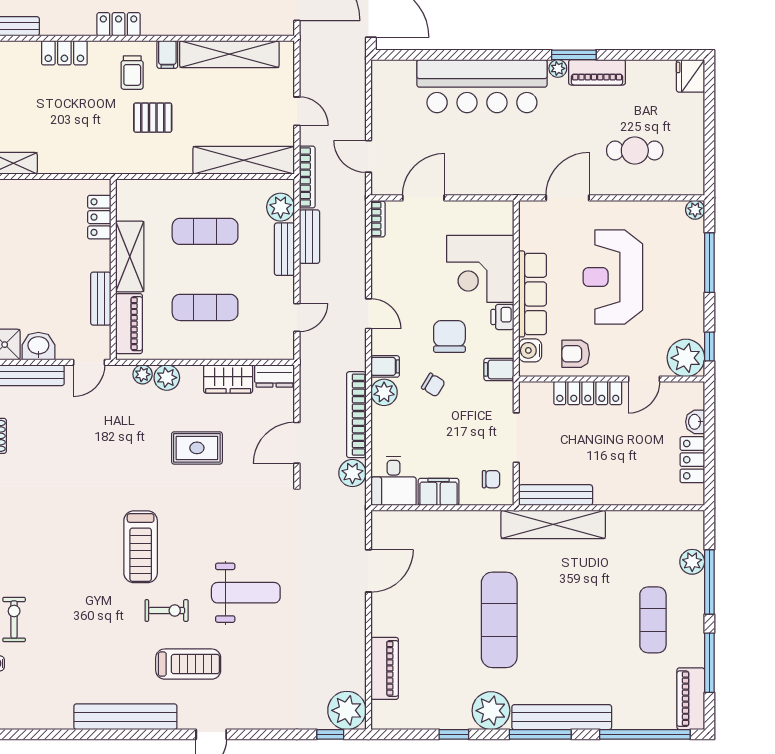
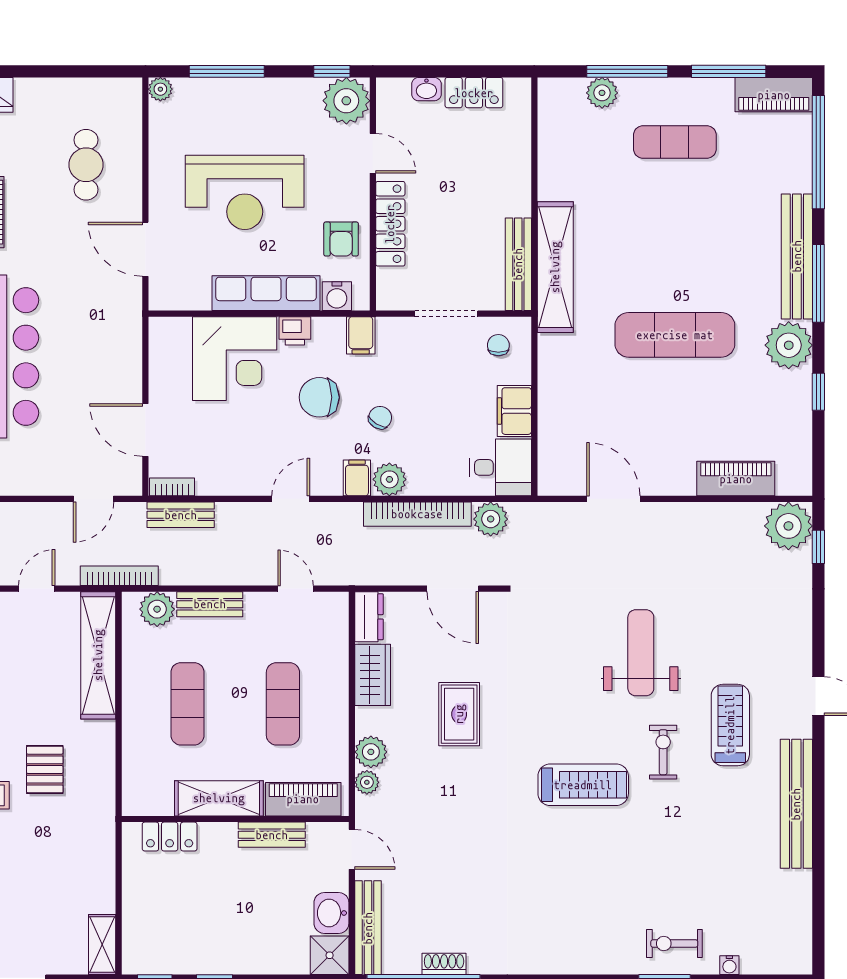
bench: (309, 237) -> (181, 515), moved

